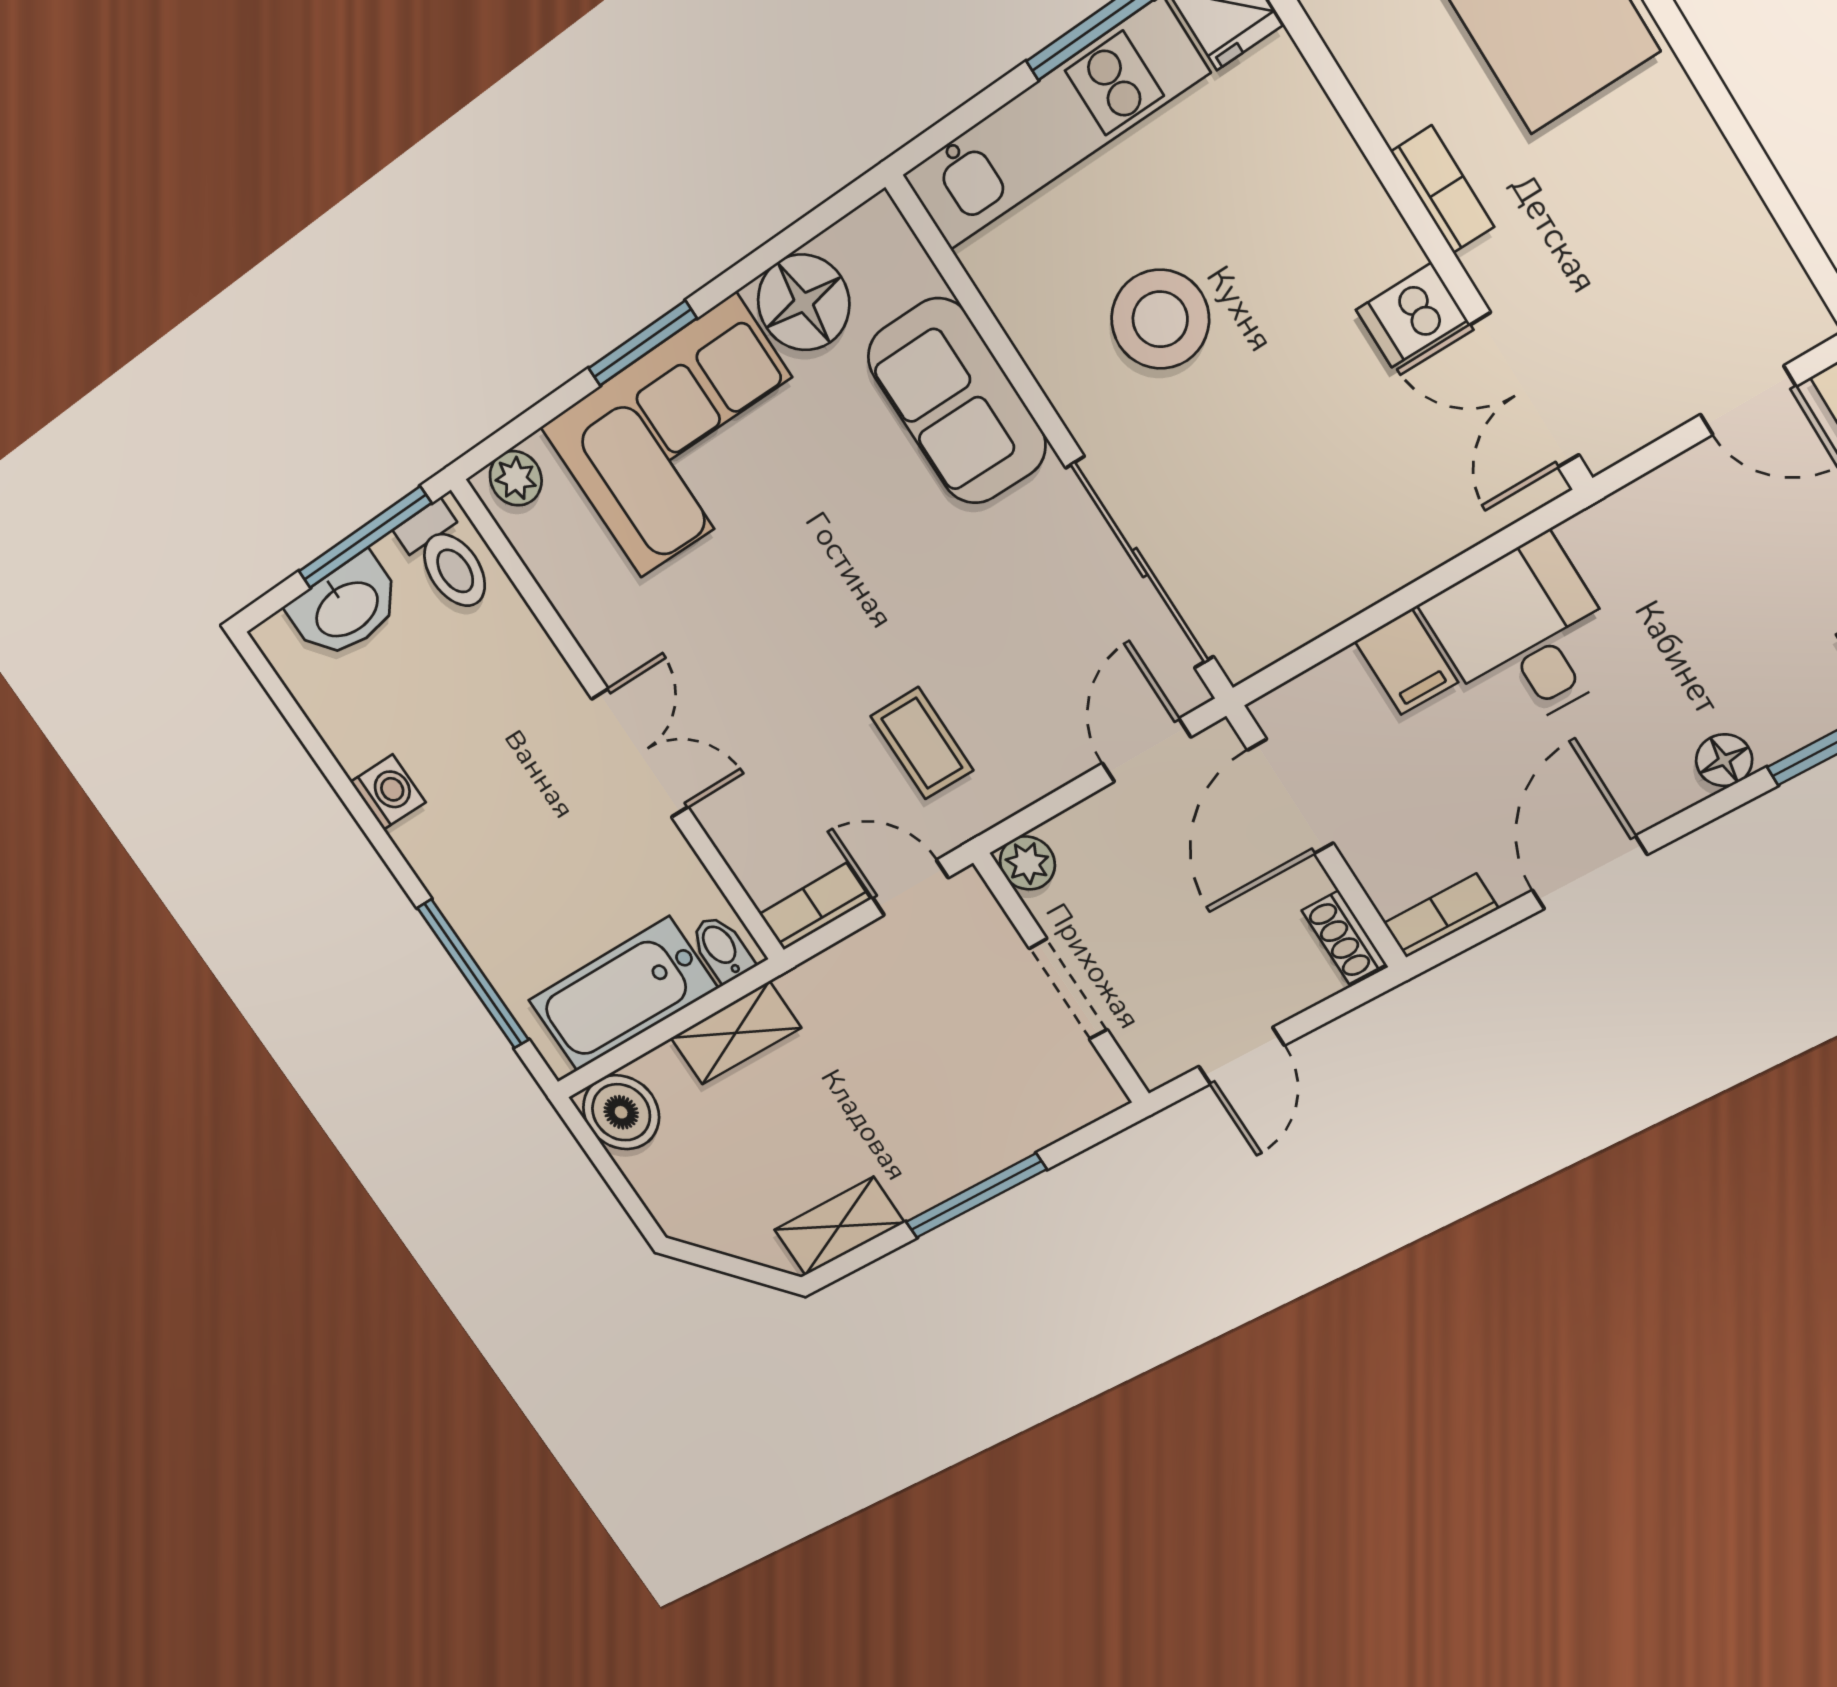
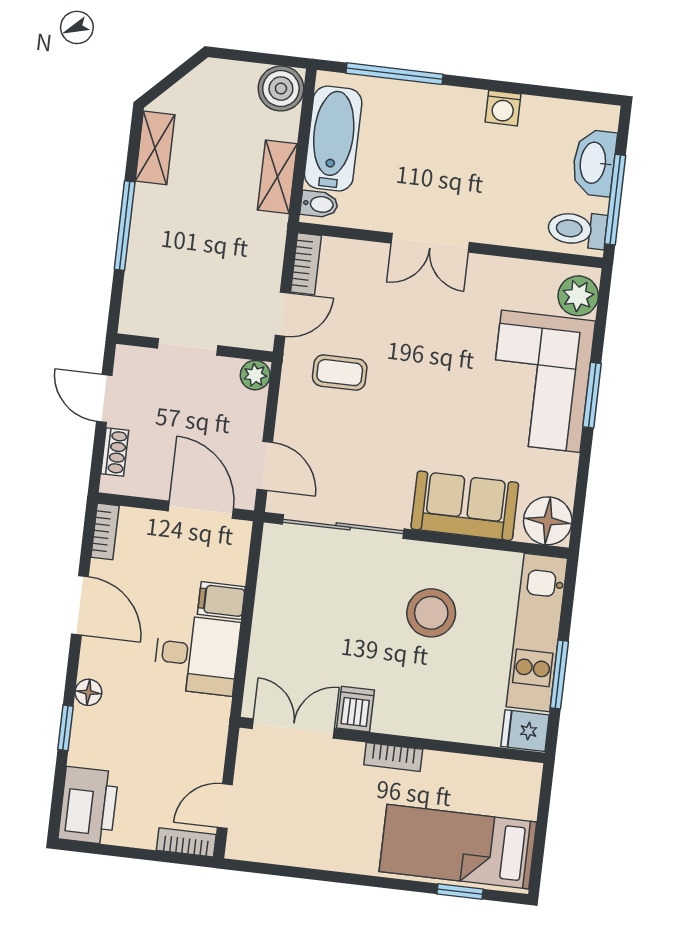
floor lamp: (804, 302) -> (548, 521), moved
plant: (516, 478) -> (578, 296), width x1.38, depth x1.38
shoe rack: (1344, 937) -> (115, 452), moved, turned 90

